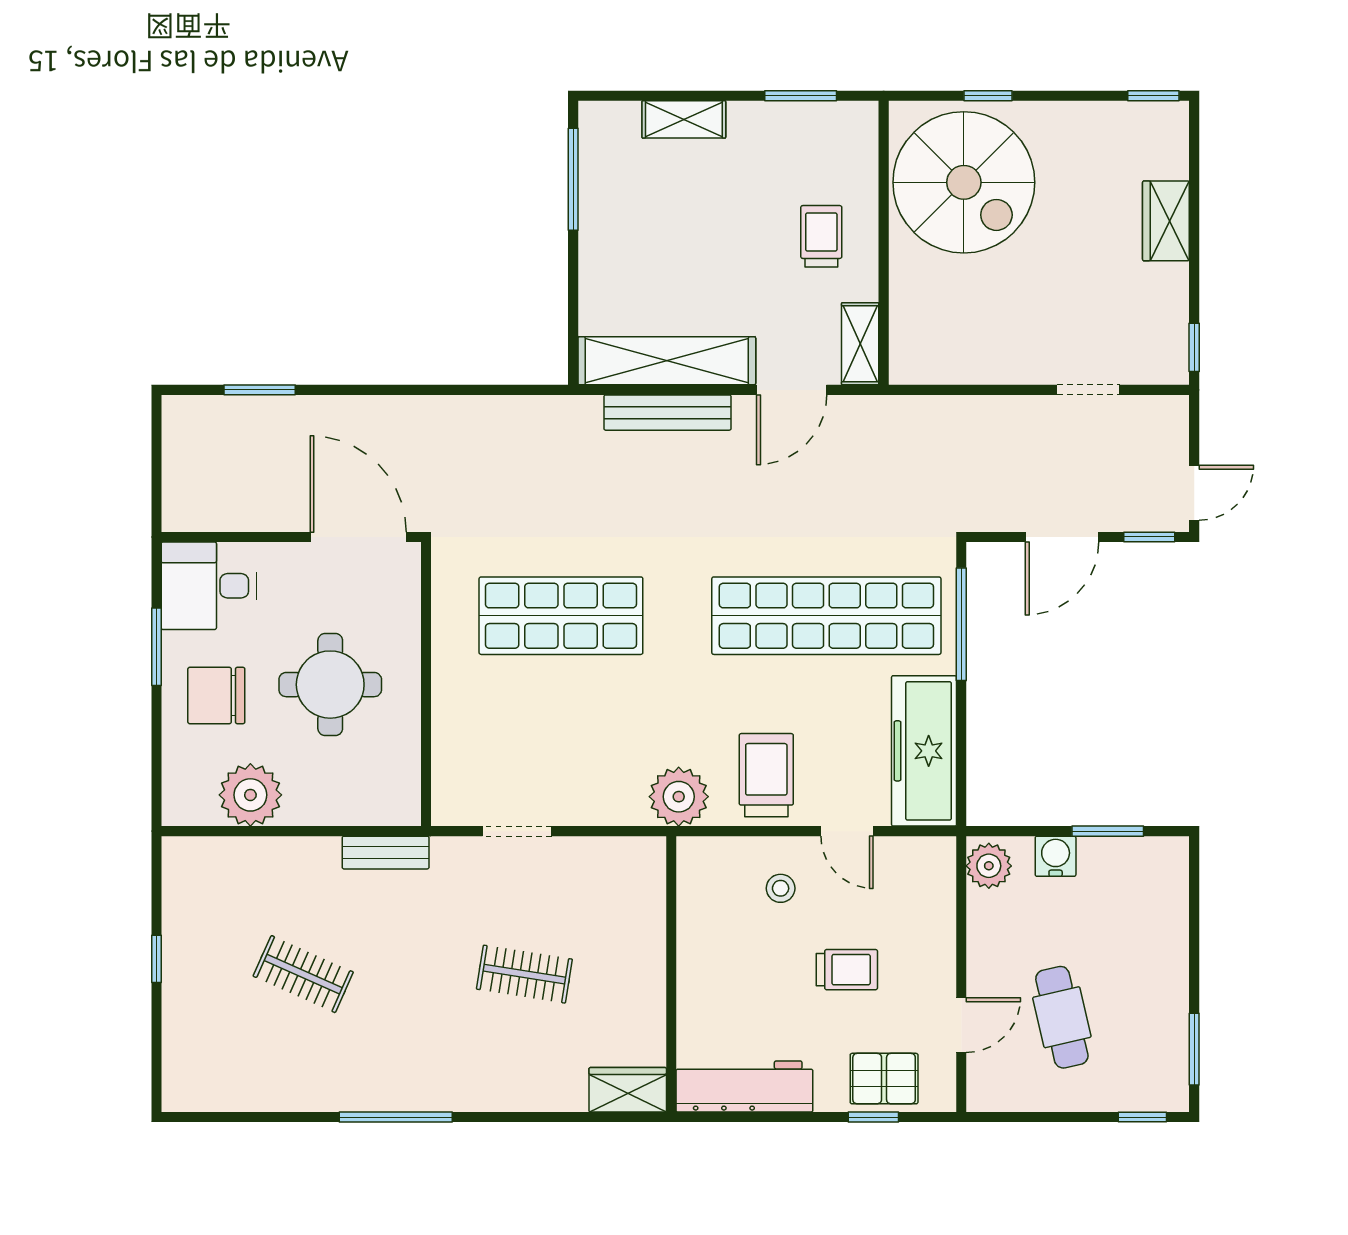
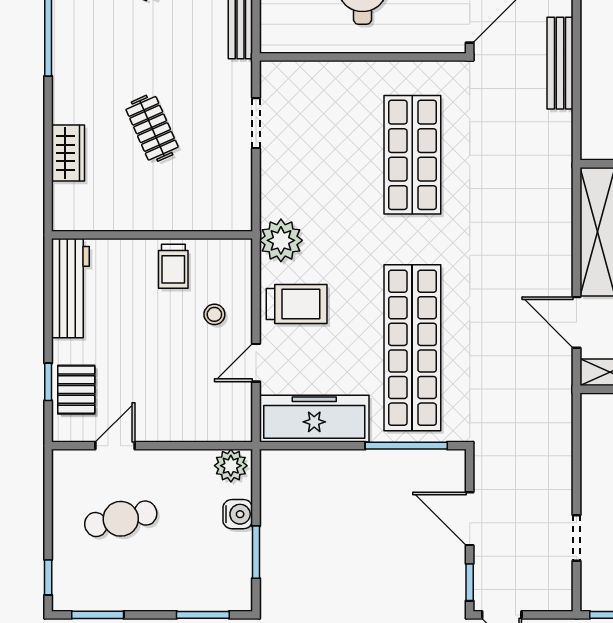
bench: (668, 413) -> (560, 63), moved
window: (1194, 904) -> (203, 615), added
trolley: (847, 970) -> (173, 266), moved
clothes rail: (524, 974) -> (152, 128), turned -33
door: (961, 1025) -> (115, 446), swing flipped
wardrobe: (628, 1090) -> (68, 153), moved

